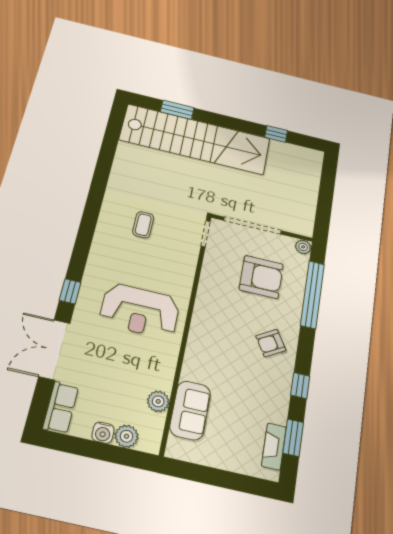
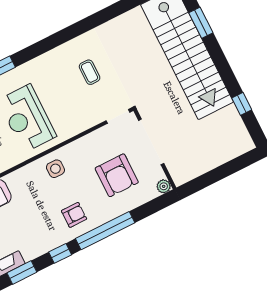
coffee table: (143, 225) -> (90, 72), turned 90
window: (312, 294) -> (105, 231), moved
side table: (211, 324) -> (55, 169), added
armchair: (271, 343) -> (74, 215), turned 121

